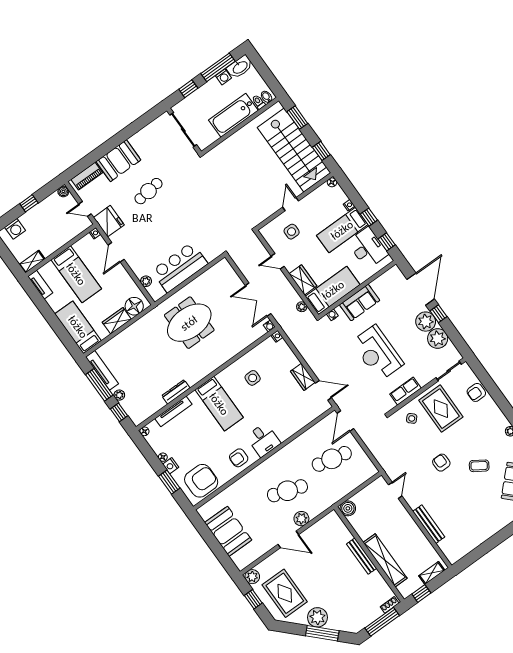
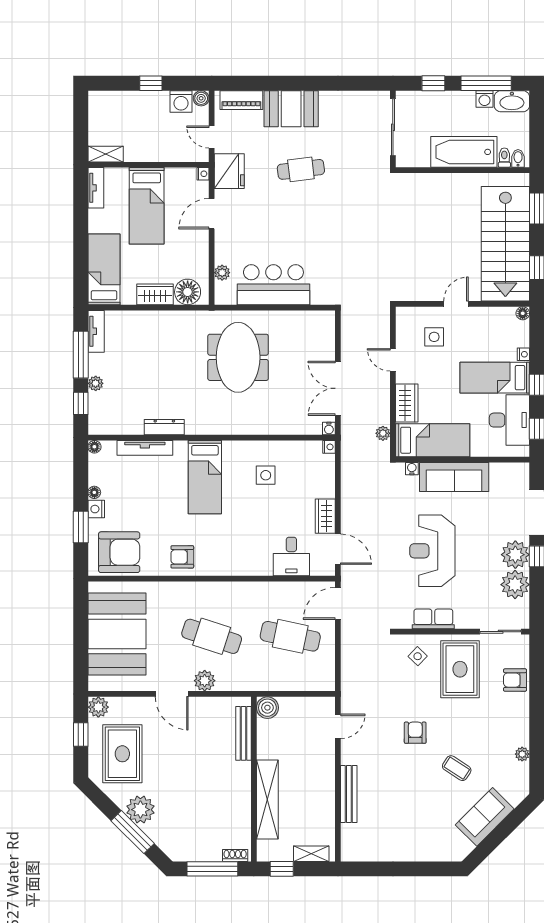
washing machine: (15, 229) -> (181, 101), moved
sofa: (360, 303) -> (454, 477), width x1.36
meeting table: (189, 323) -> (238, 357), turned 90
tv unit: (102, 370) -> (96, 331), width x0.71
desk: (263, 440) -> (291, 556), moved
booth: (228, 531) -> (117, 634), width x1.36, depth x1.42
bench: (362, 556) -> (243, 733), moved

